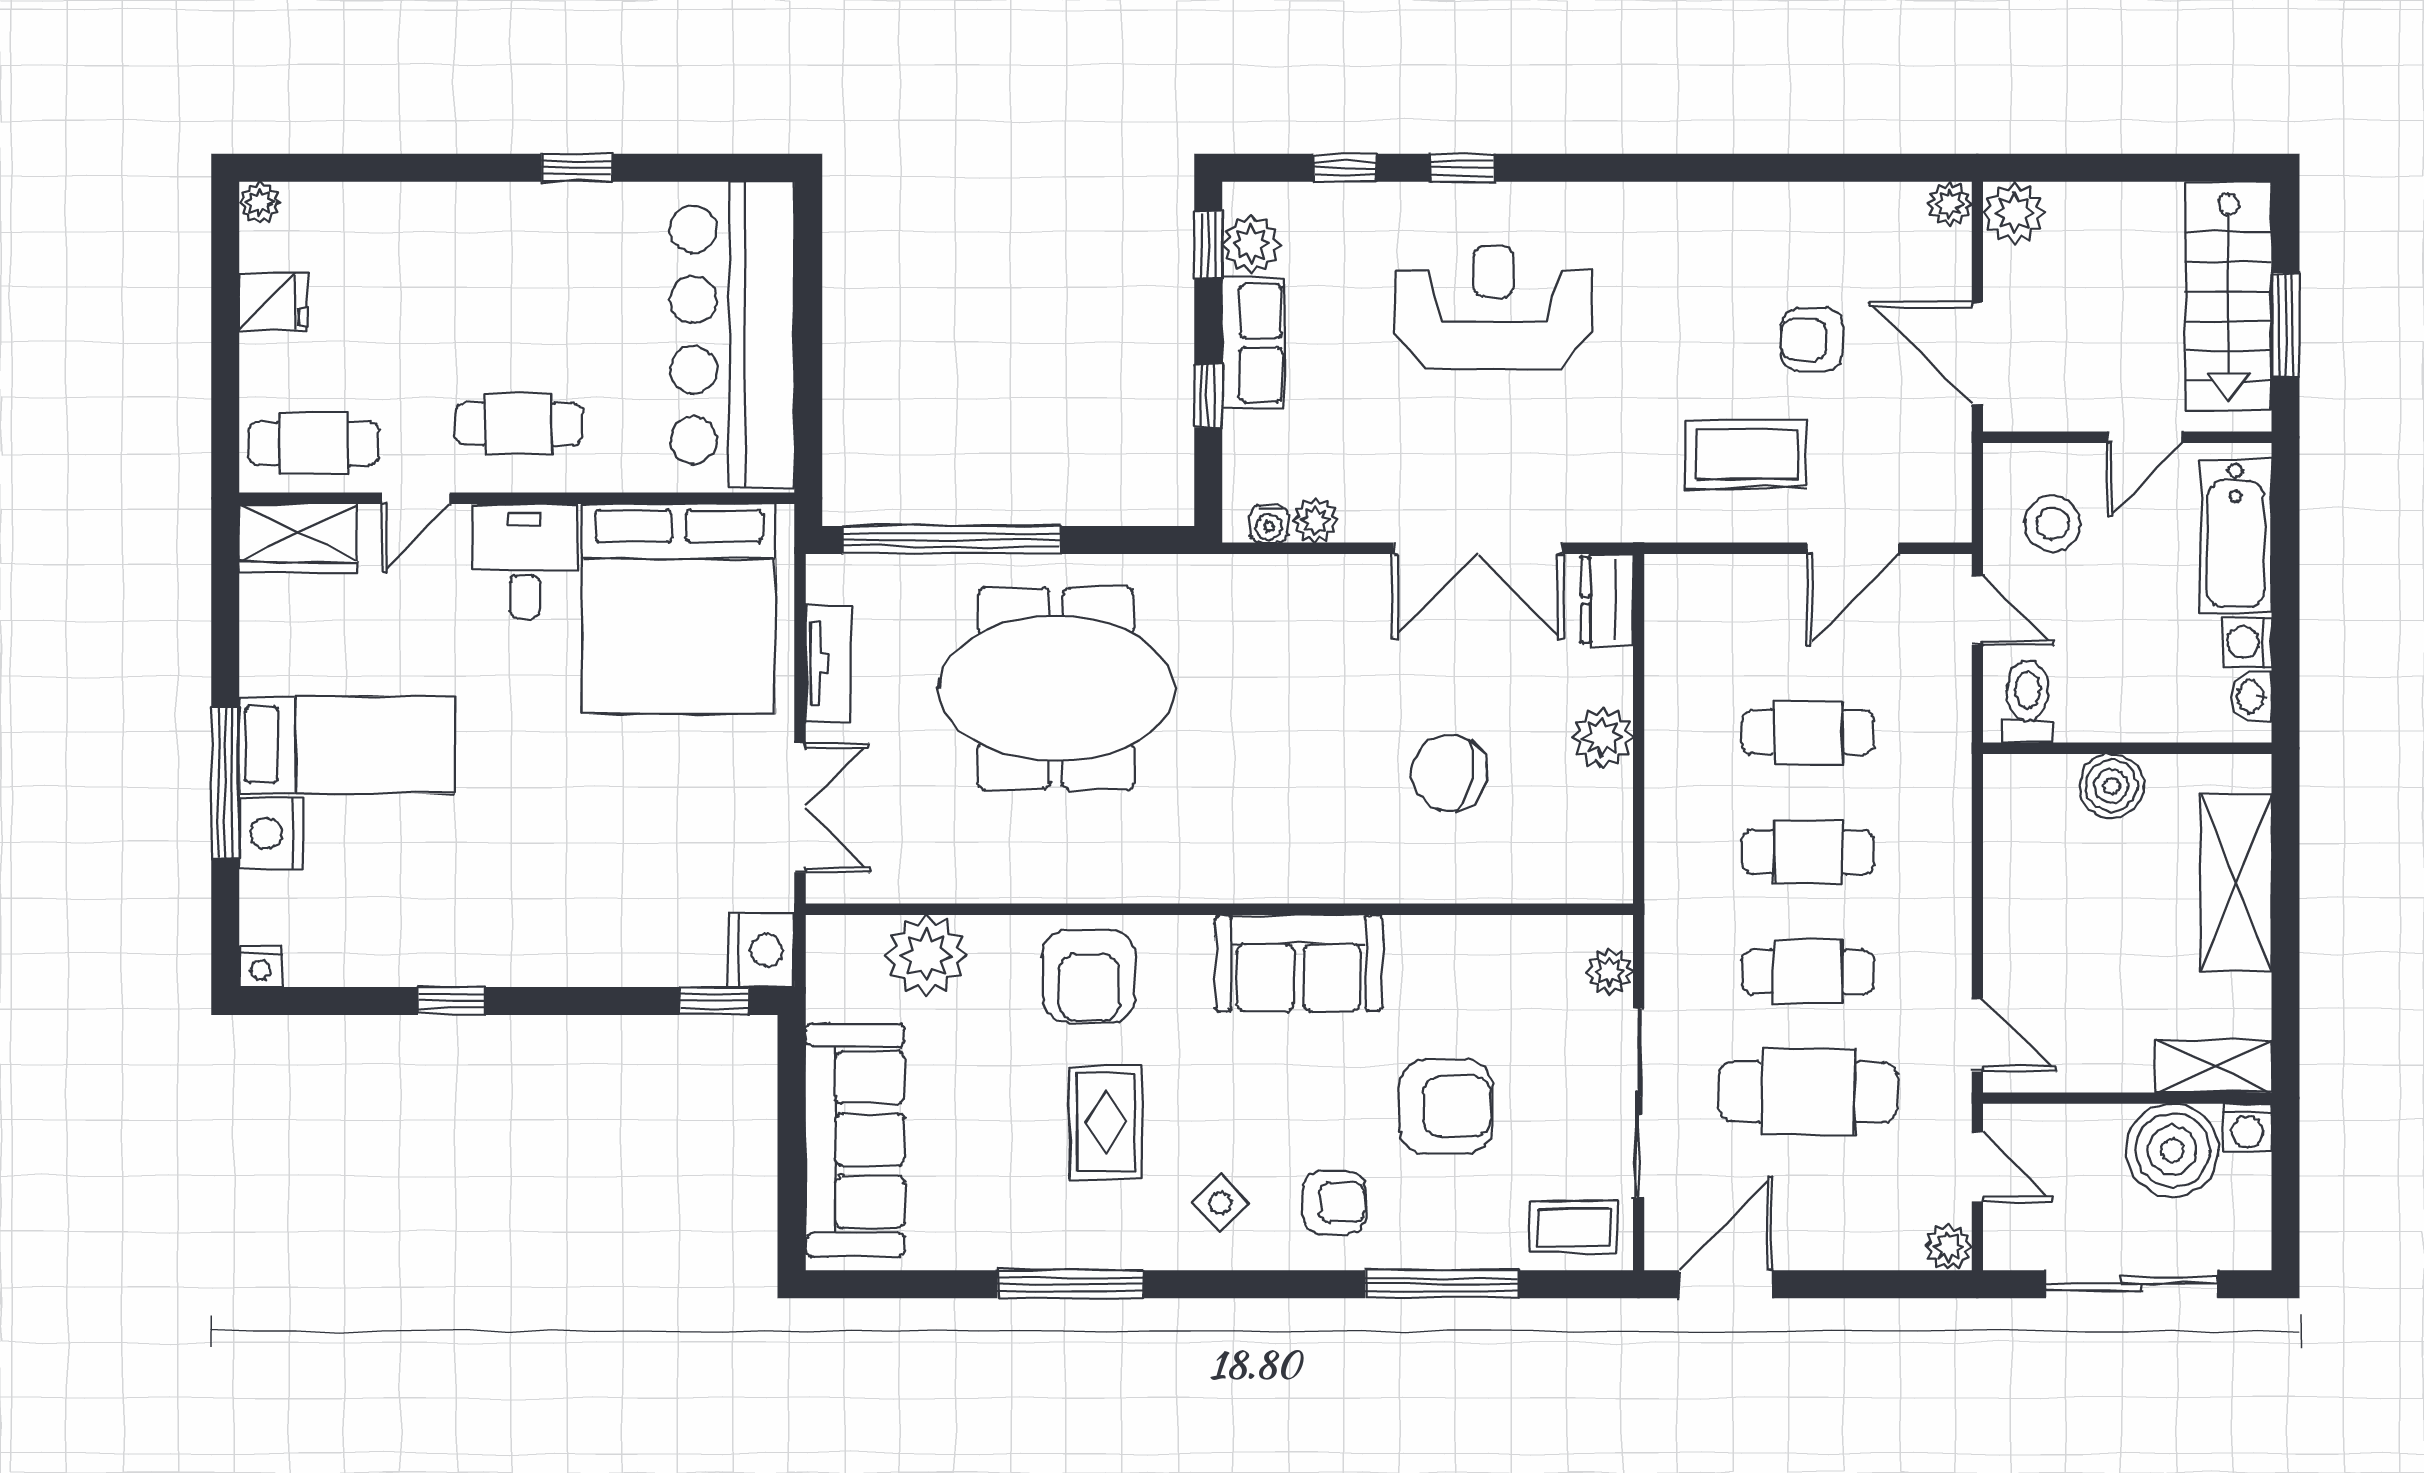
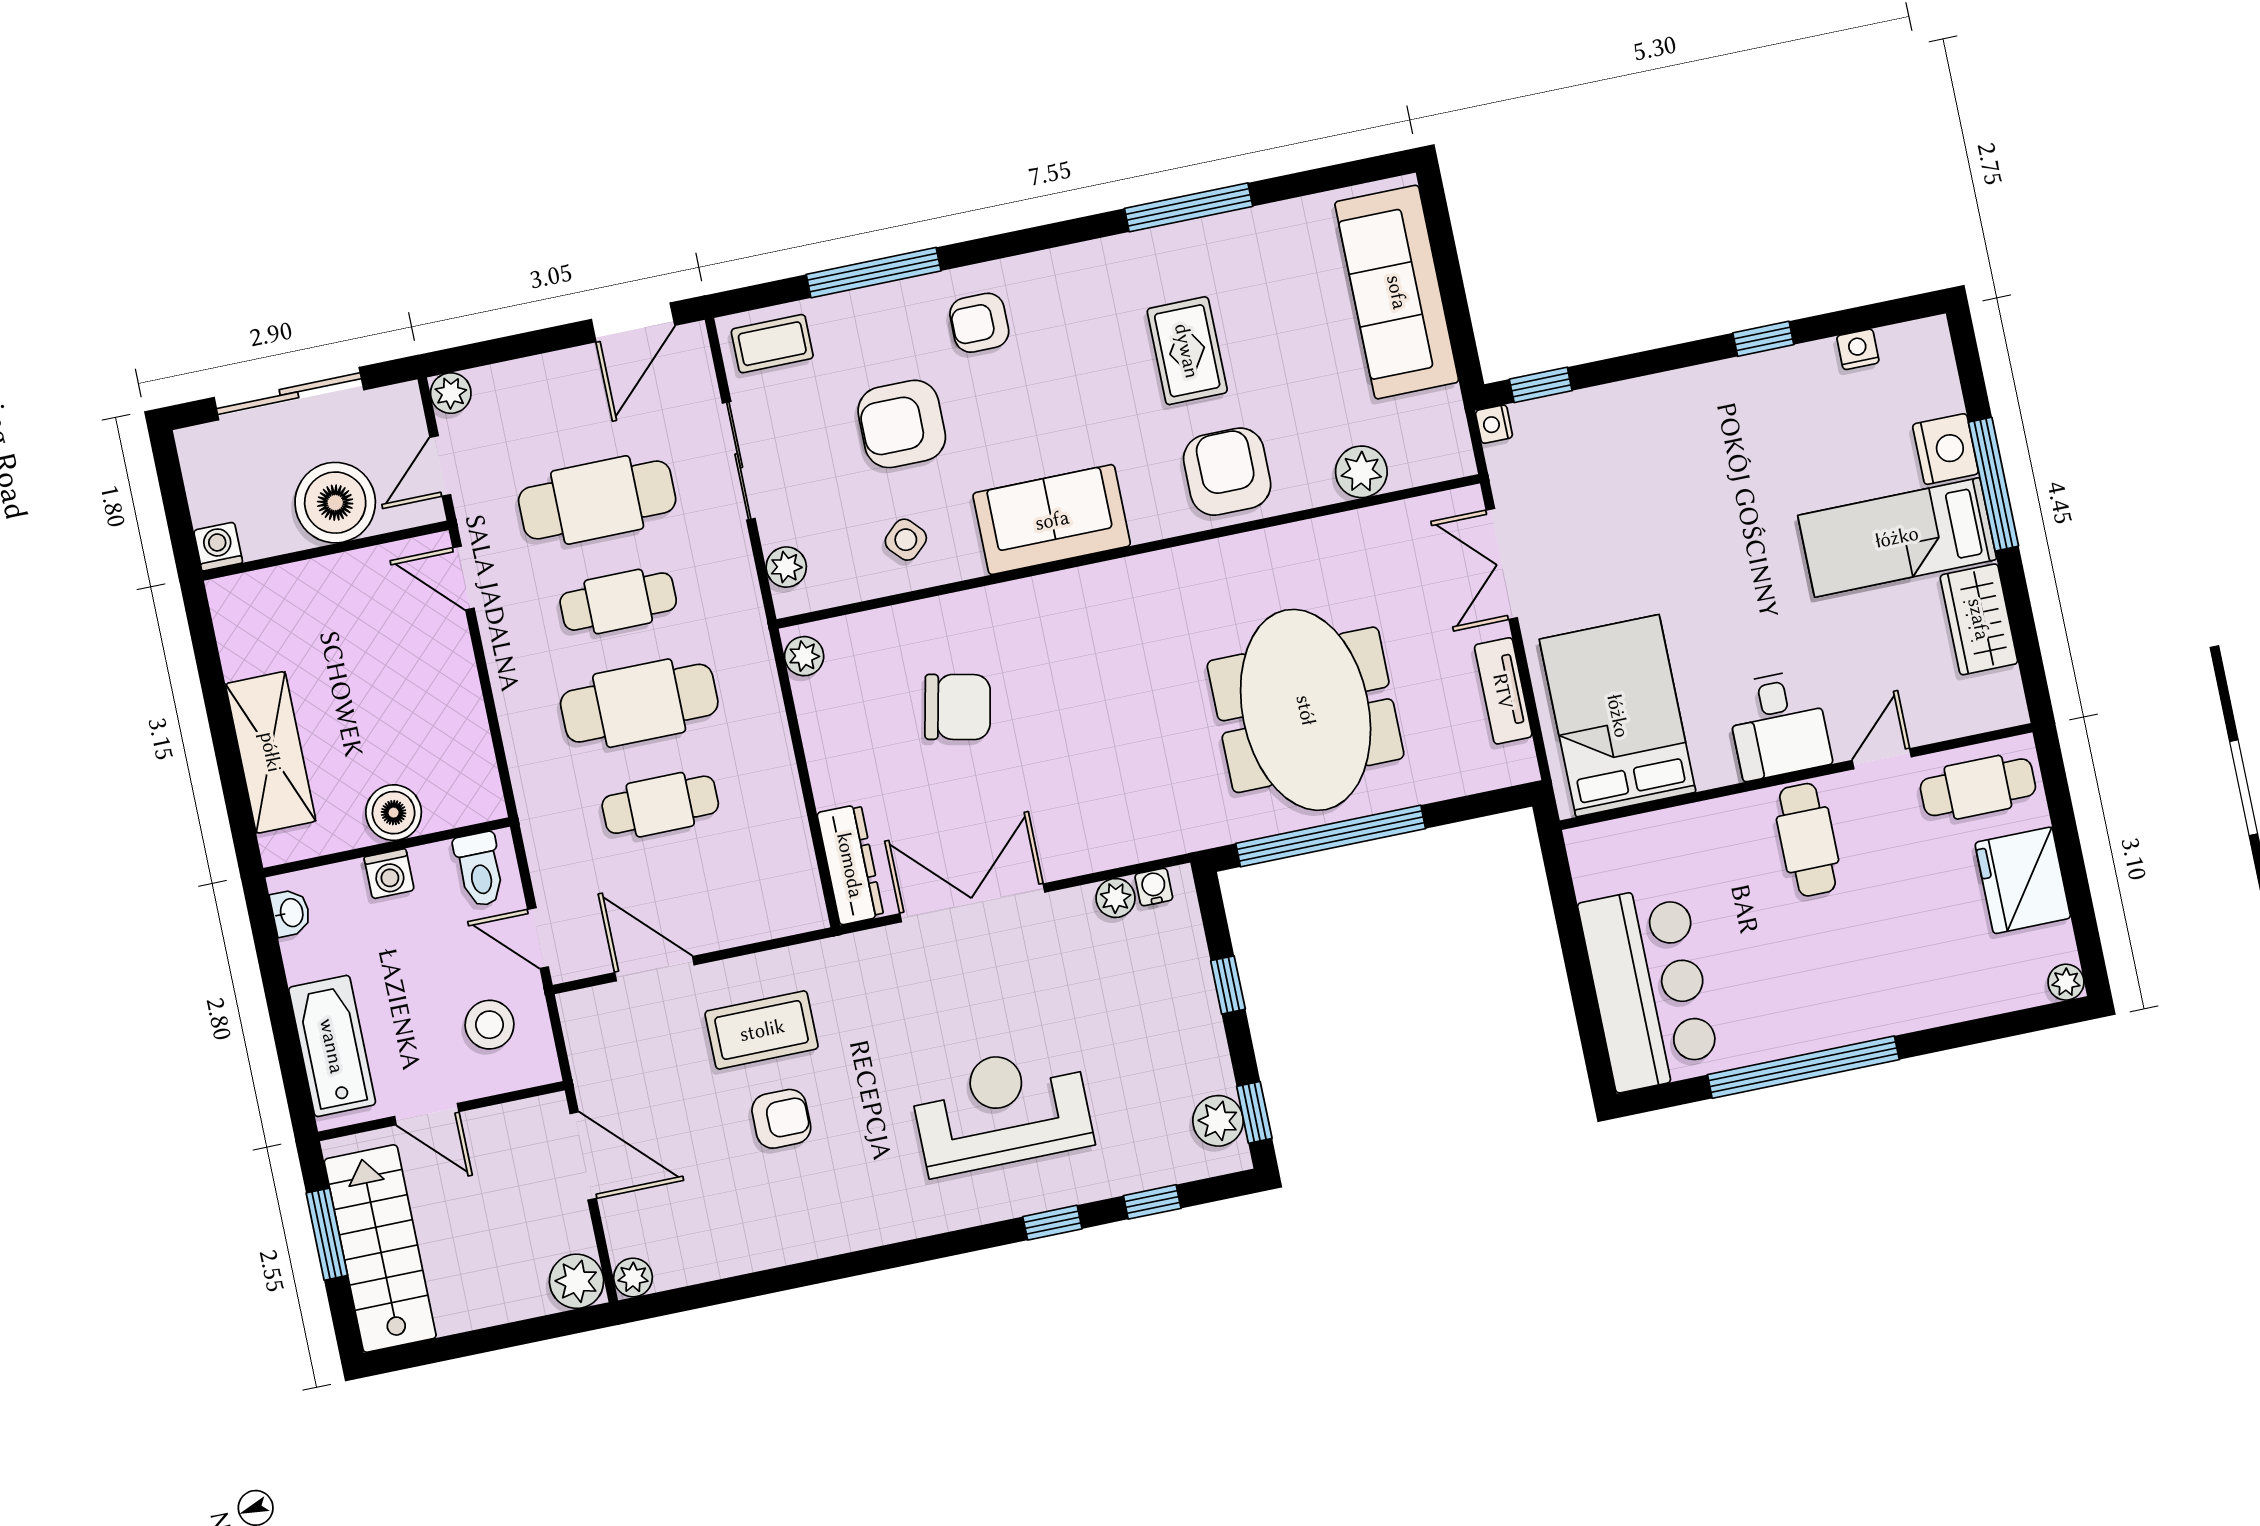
window: (577, 168) -> (1803, 1067), width x3.17
fridge: (273, 302) -> (2023, 880), width x1.88, depth x1.34
reception desk: (1493, 307) -> (1001, 1110), turned 180
bar counter: (732, 335) -> (1649, 988), width x0.73
armchair: (1812, 339) -> (781, 1119), moved
row of seats: (1253, 343) -> (1199, 1038), removed
cafe table: (519, 424) -> (1808, 840), turned 90
door: (2144, 437) -> (427, 1114), swing flipped
wardrobe: (298, 538) -> (1979, 619), moved, turned -90
window: (951, 540) -> (1331, 836), moved
door: (1853, 548) -> (654, 969), hinge flipped
dresser: (1607, 600) -> (850, 865), width x1.44
bed: (679, 609) -> (1618, 716), width x0.73
washing machine: (2247, 642) -> (389, 874), moved, turned 90
meeting table: (1056, 689) -> (1306, 710), turned 90
plant: (1602, 737) -> (804, 656), moved, width x0.73, depth x0.73
cafe table: (1808, 852) -> (639, 703), width x1.37, depth x1.35
nightstand: (761, 950) -> (1494, 424), width x0.53, depth x0.56
plant: (926, 955) -> (1361, 472), width x0.73, depth x0.73
nightstand: (260, 967) -> (1858, 349), moved
shelving: (2214, 1066) -> (258, 593), removed
sliding door: (1639, 1103) -> (739, 461), width x0.73
boiler: (2172, 1150) -> (335, 503), moved
door: (1977, 1167) -> (440, 466), hinge flipped
side table: (1220, 1203) -> (906, 540), moved

